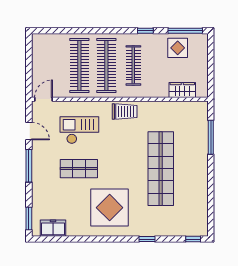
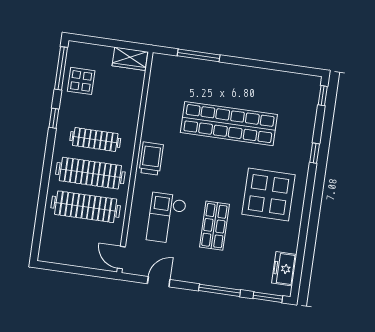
wardrobe: (182, 90) -> (130, 59), moved, turned -90
window: (29, 166) -> (220, 290), moved

